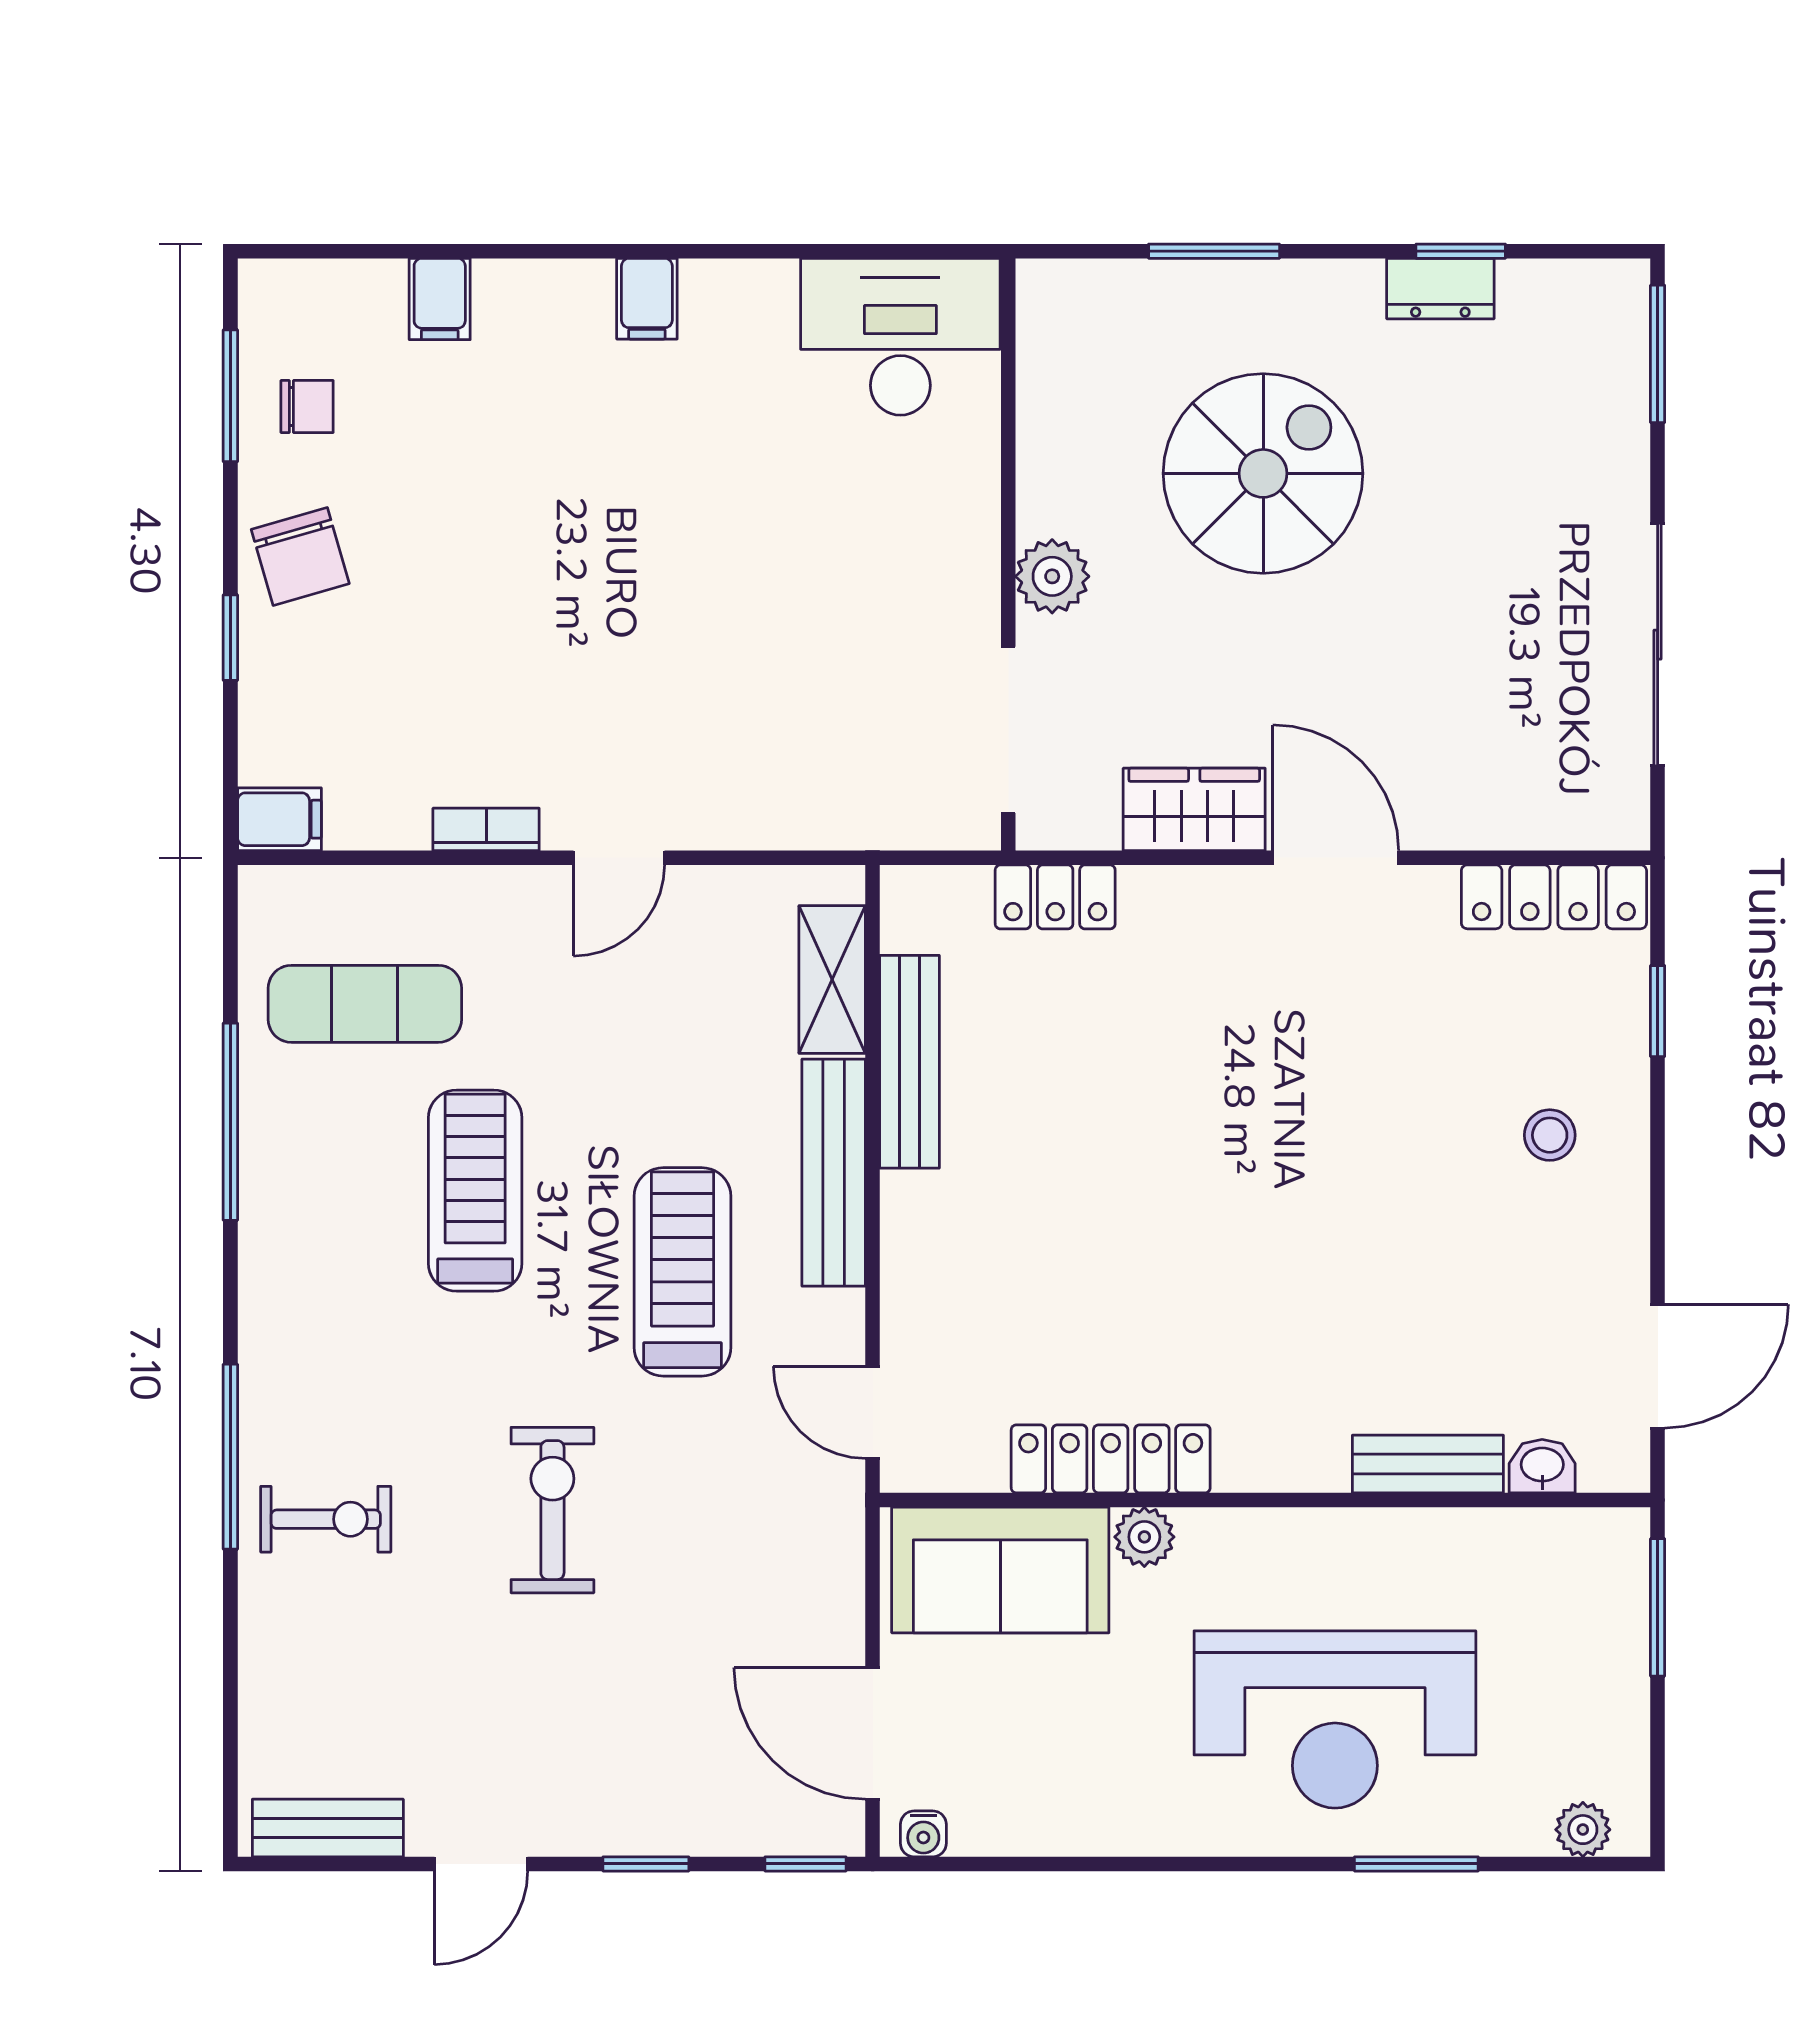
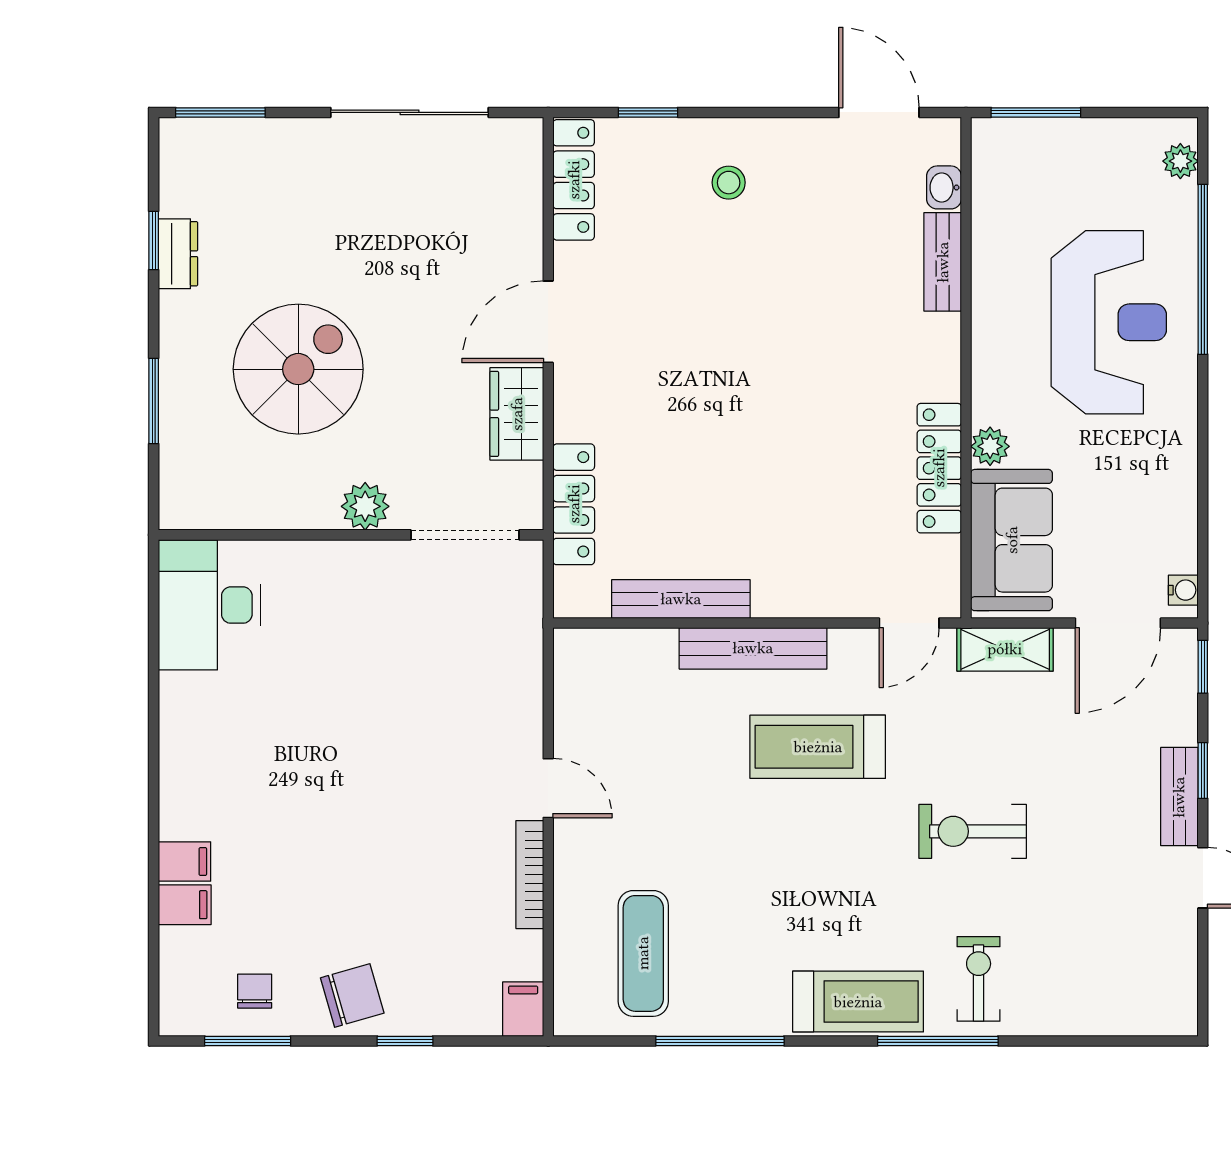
filing cabinet: (647, 299) -> (184, 862), moved
spiral stairs: (1263, 473) -> (298, 369), turned 90
bookcase: (486, 829) -> (530, 875), width x1.56
locker: (1055, 897) -> (574, 504), width x1.53
shelving: (832, 979) -> (1005, 649), moved
treadmill: (475, 1191) -> (858, 1002), moved, turned 180
bench: (328, 1828) -> (1179, 797), moved
window: (1416, 1864) -> (1203, 269), width x2.11

